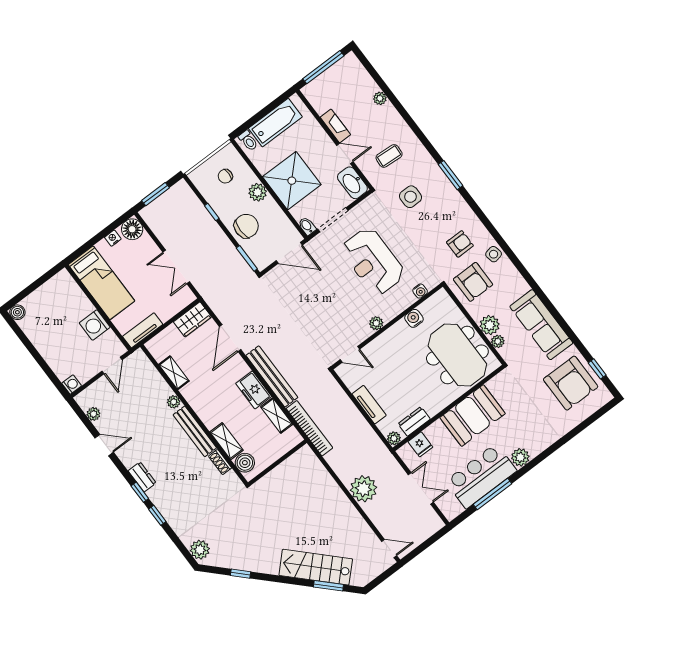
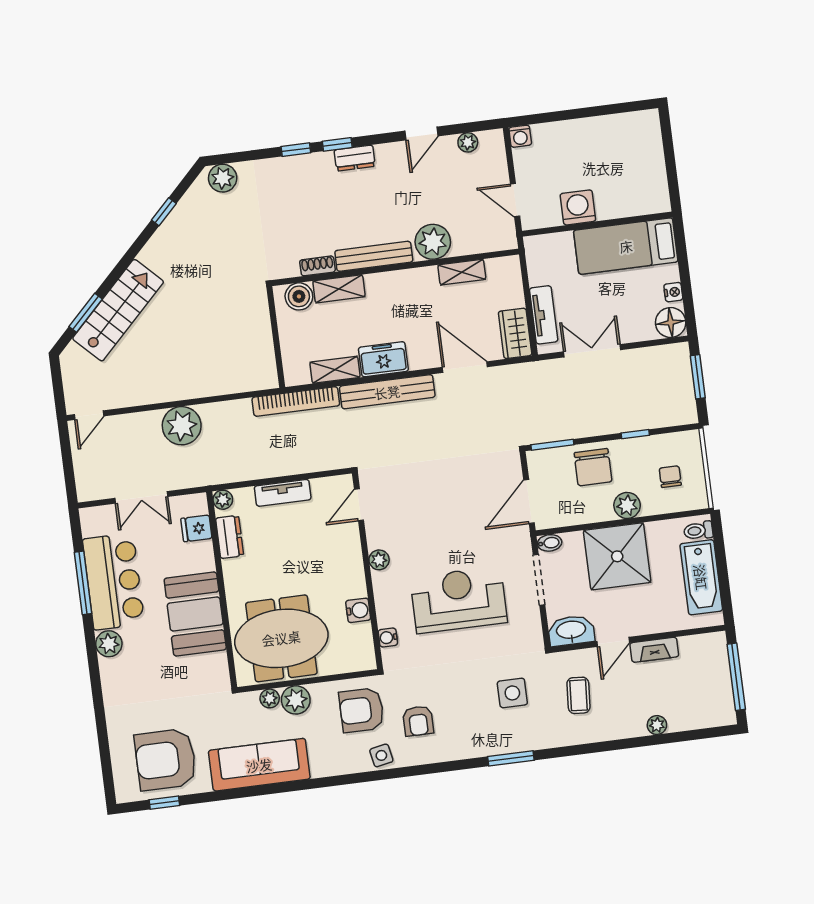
boiler: (17, 312) -> (649, 120), removed
tv unit: (143, 330) -> (544, 315), moved
plant: (174, 402) -> (433, 242), width x1.88, depth x1.88

